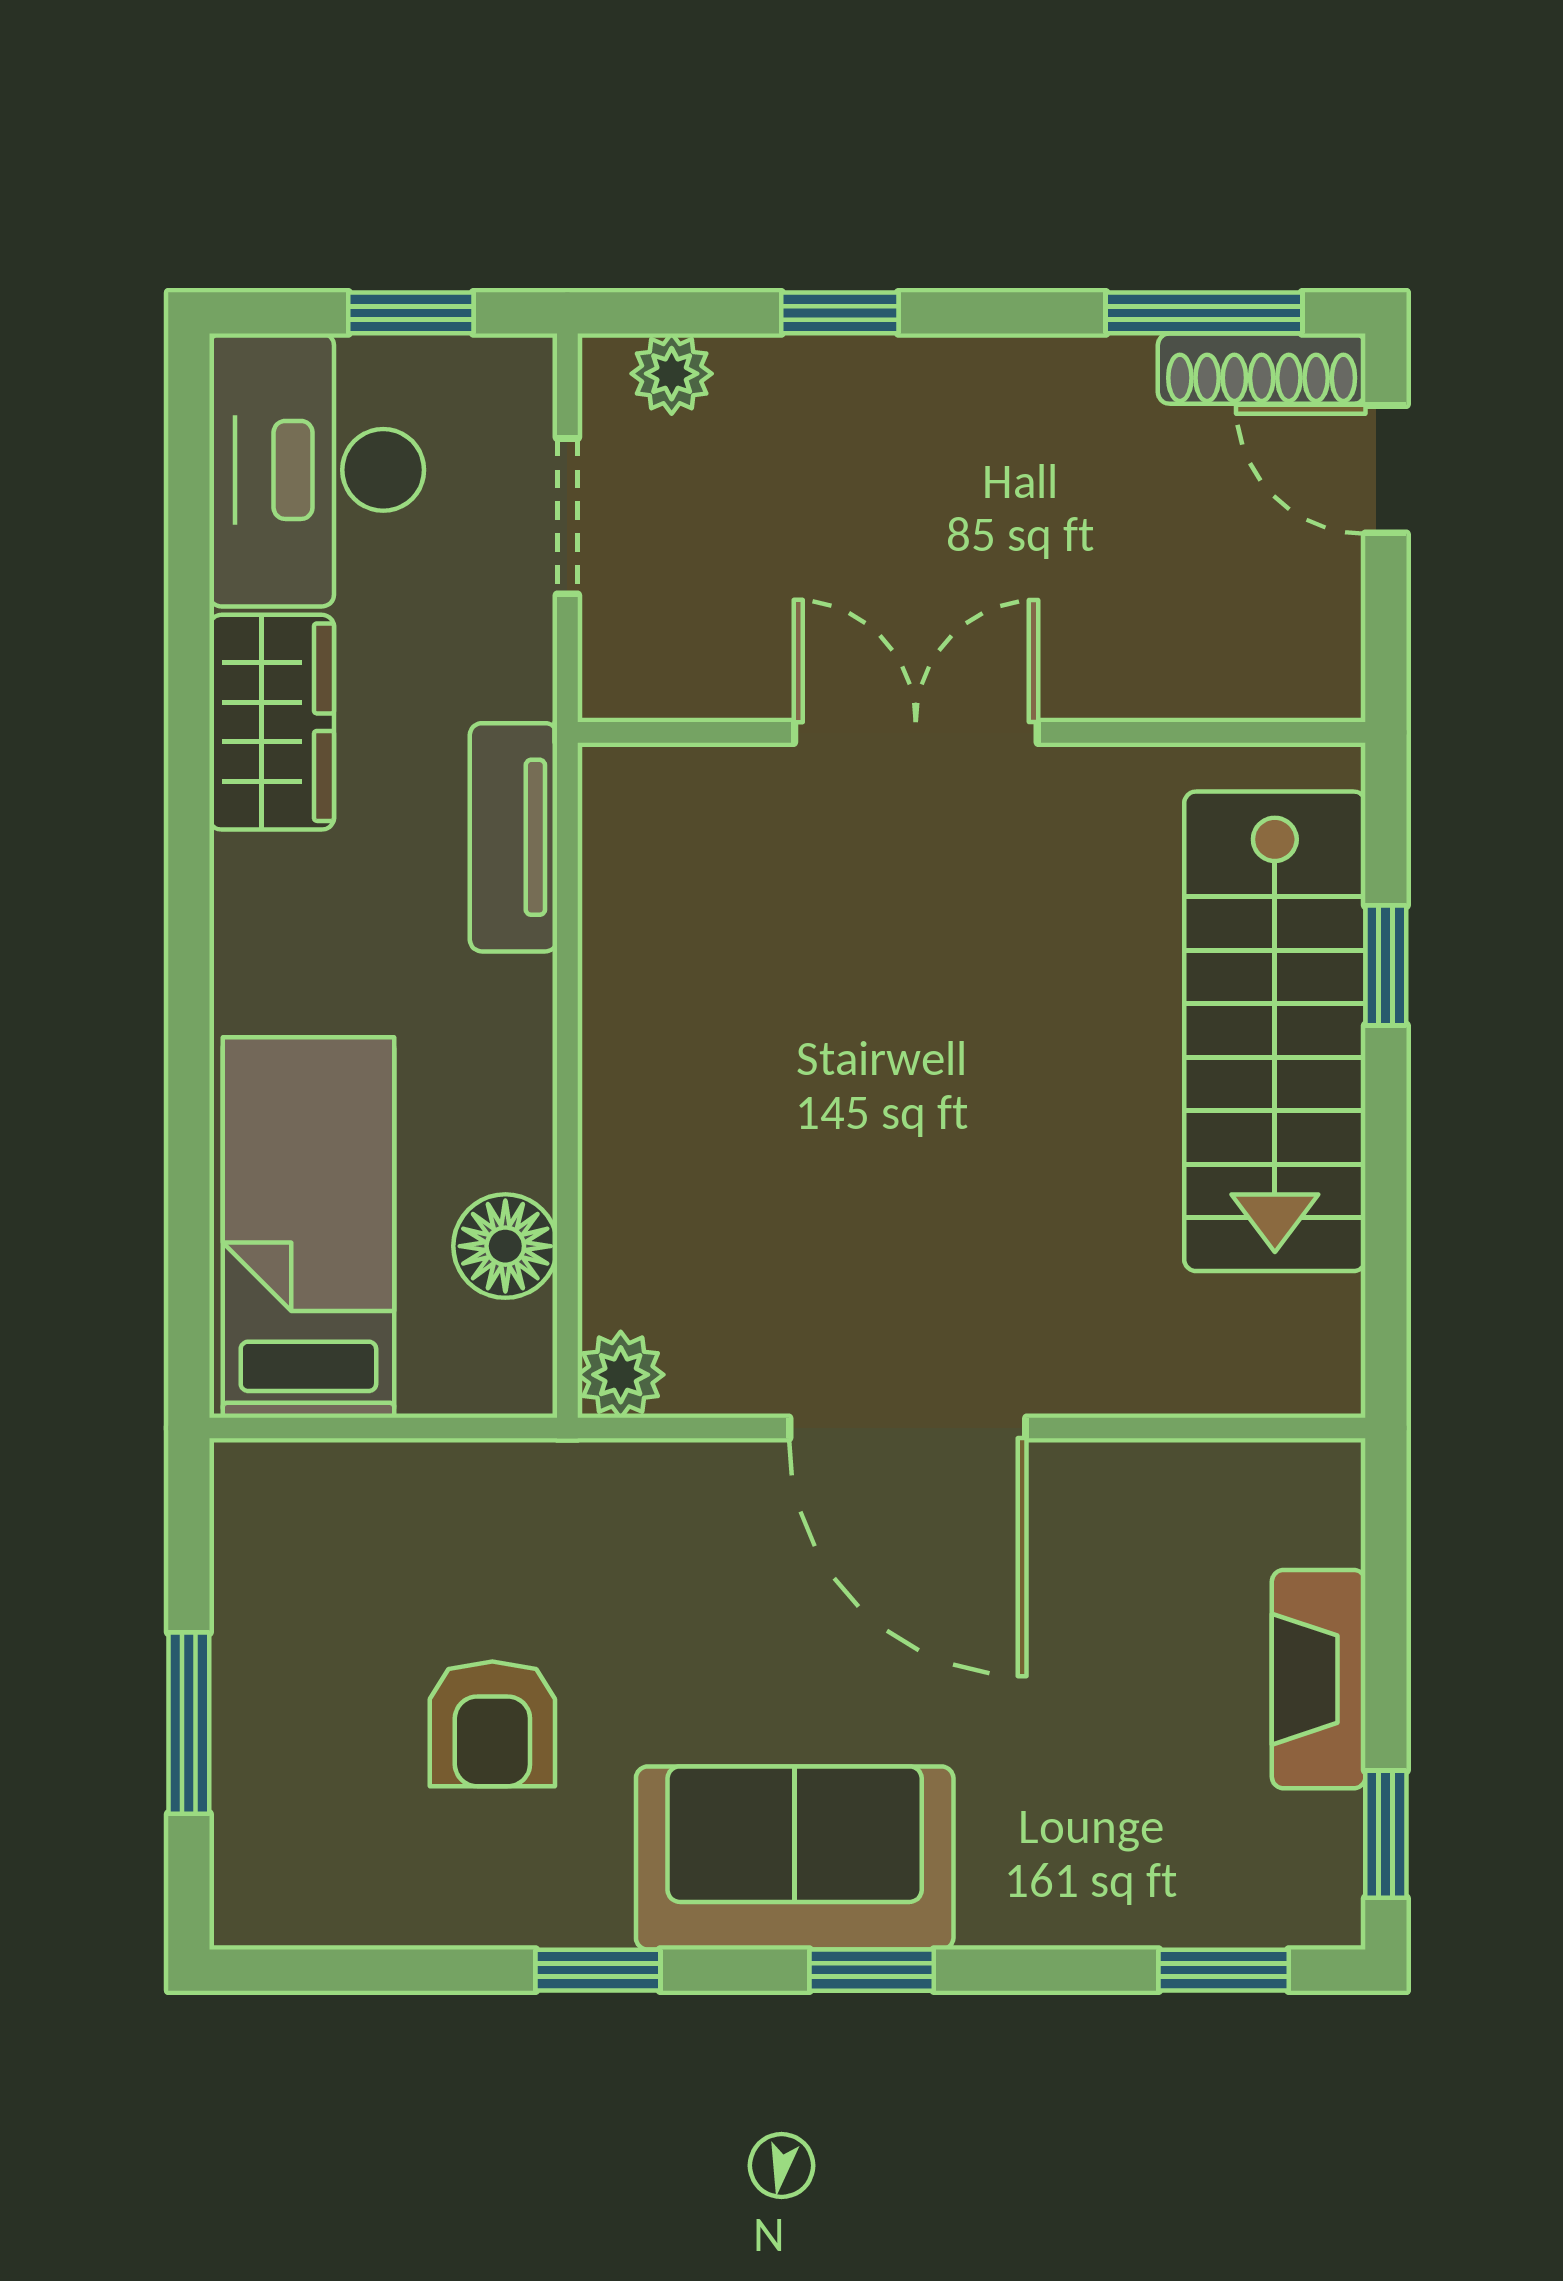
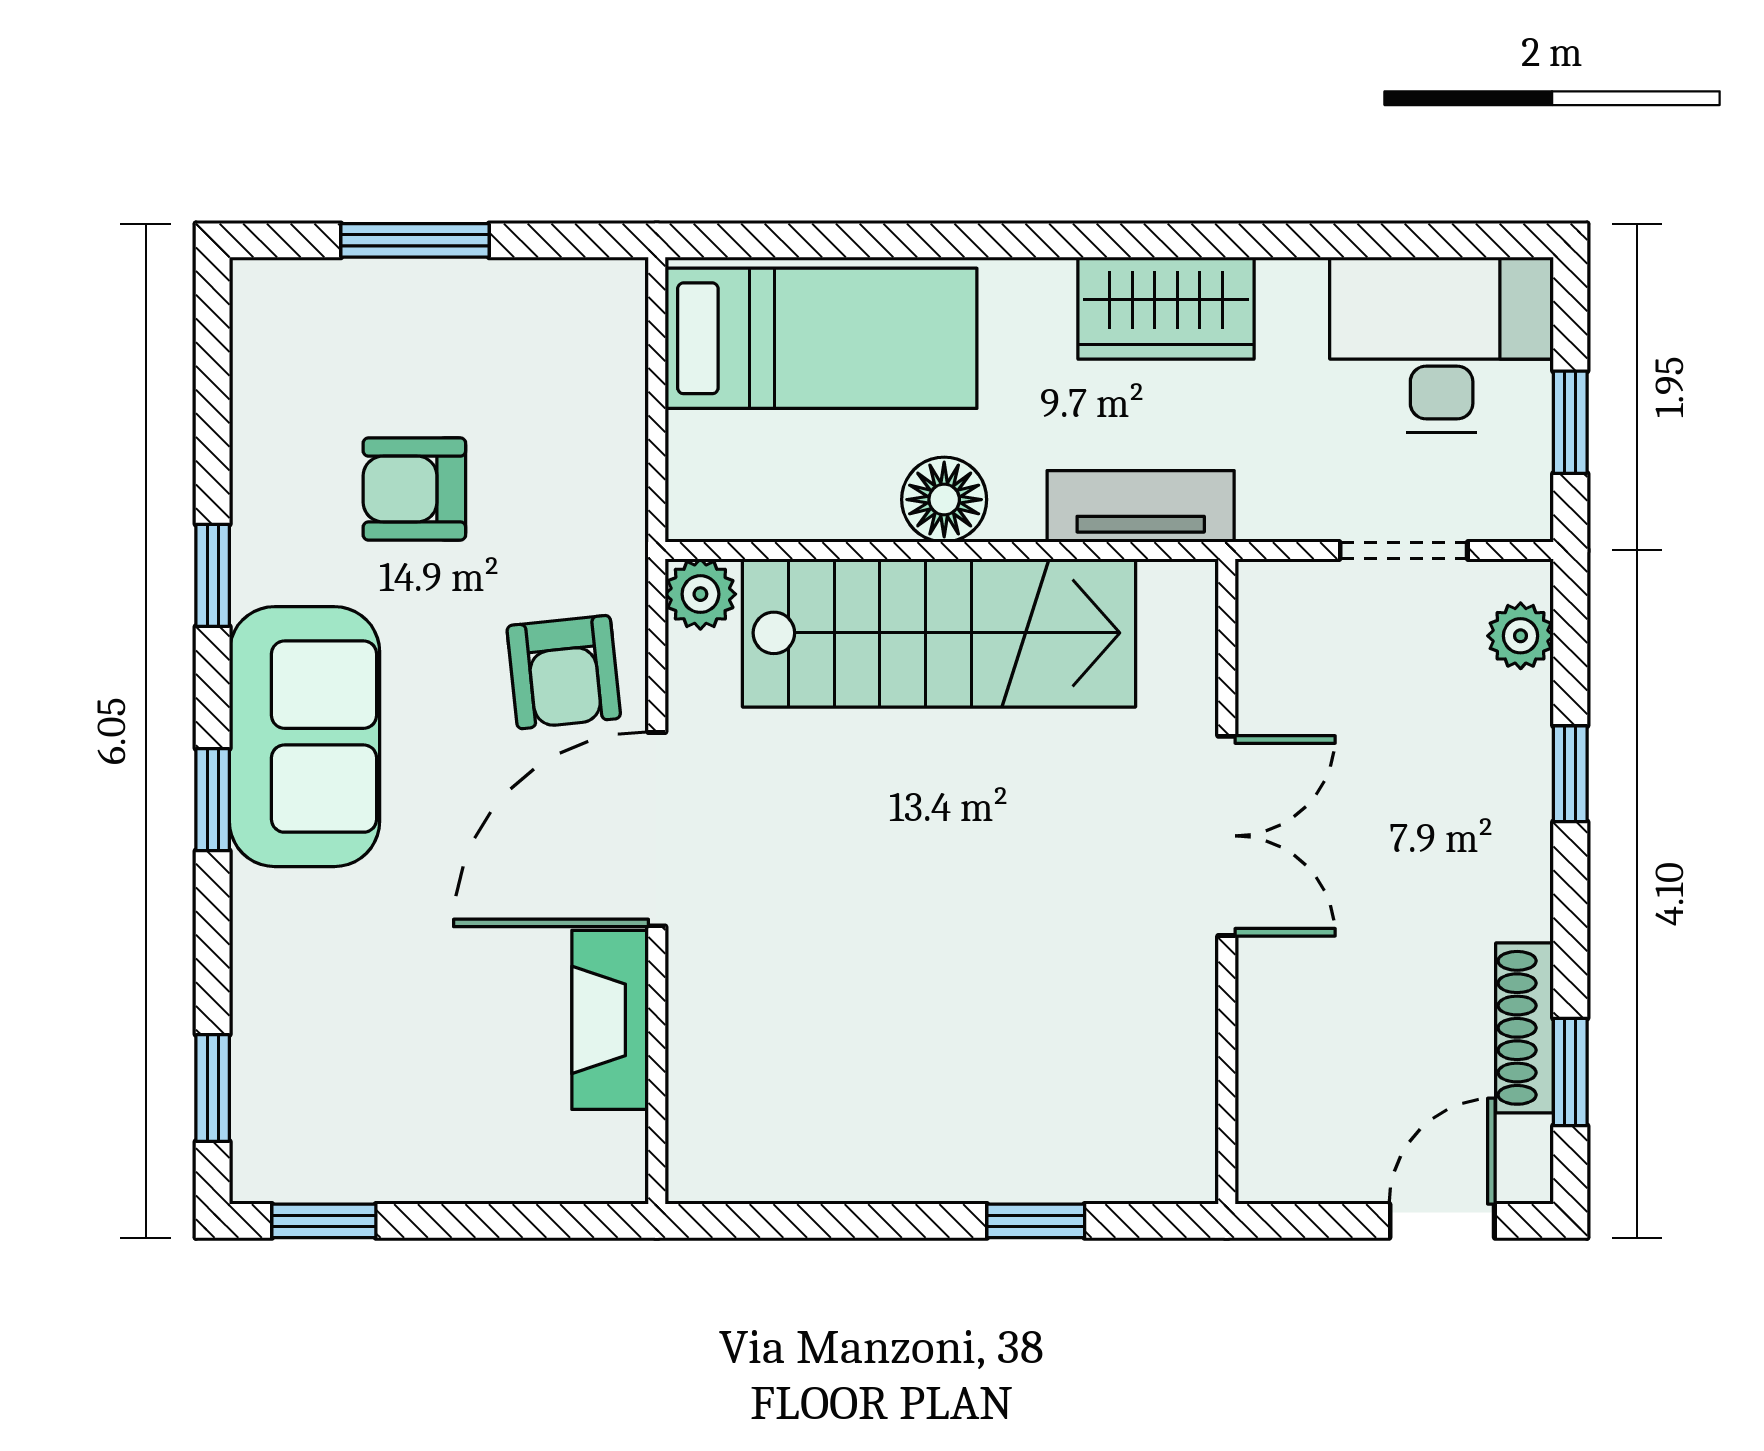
window: (1204, 313) -> (1570, 1072), width x0.67
shoe rack: (1262, 369) -> (1525, 1028), moved
wardrobe: (272, 722) -> (1166, 308), moved
stairs: (1275, 1031) -> (939, 633), moved, turned 180
floor lamp: (505, 1246) -> (944, 500), moved
armchair: (716, 1542) -> (564, 672), added
fireplace: (1319, 1679) -> (610, 1020), moved, turned -90

